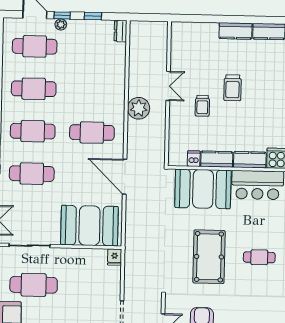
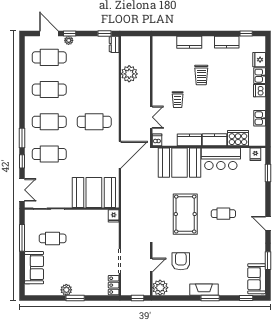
window: (93, 16) -> (104, 33), moved
kitchen counter: (236, 31) -> (189, 42), moved
double door: (168, 86) -> (151, 117), moved
trolley: (233, 88) -> (201, 75), moved
plant: (139, 108) -> (129, 74), moved
dishwasher: (194, 159) -> (157, 140), moved
door: (125, 177) -> (120, 155), swing flipped
cafe table: (34, 285) -> (53, 238), width x0.73, depth x0.74

